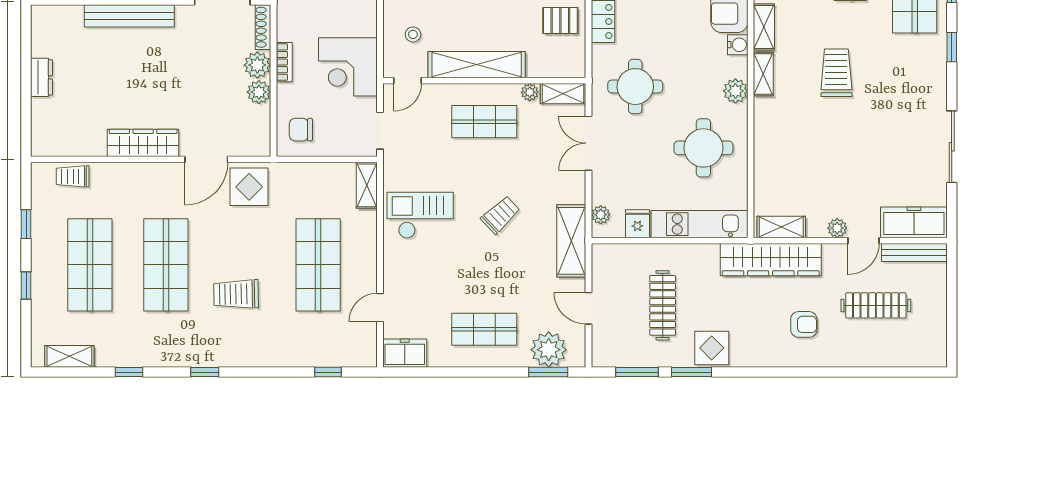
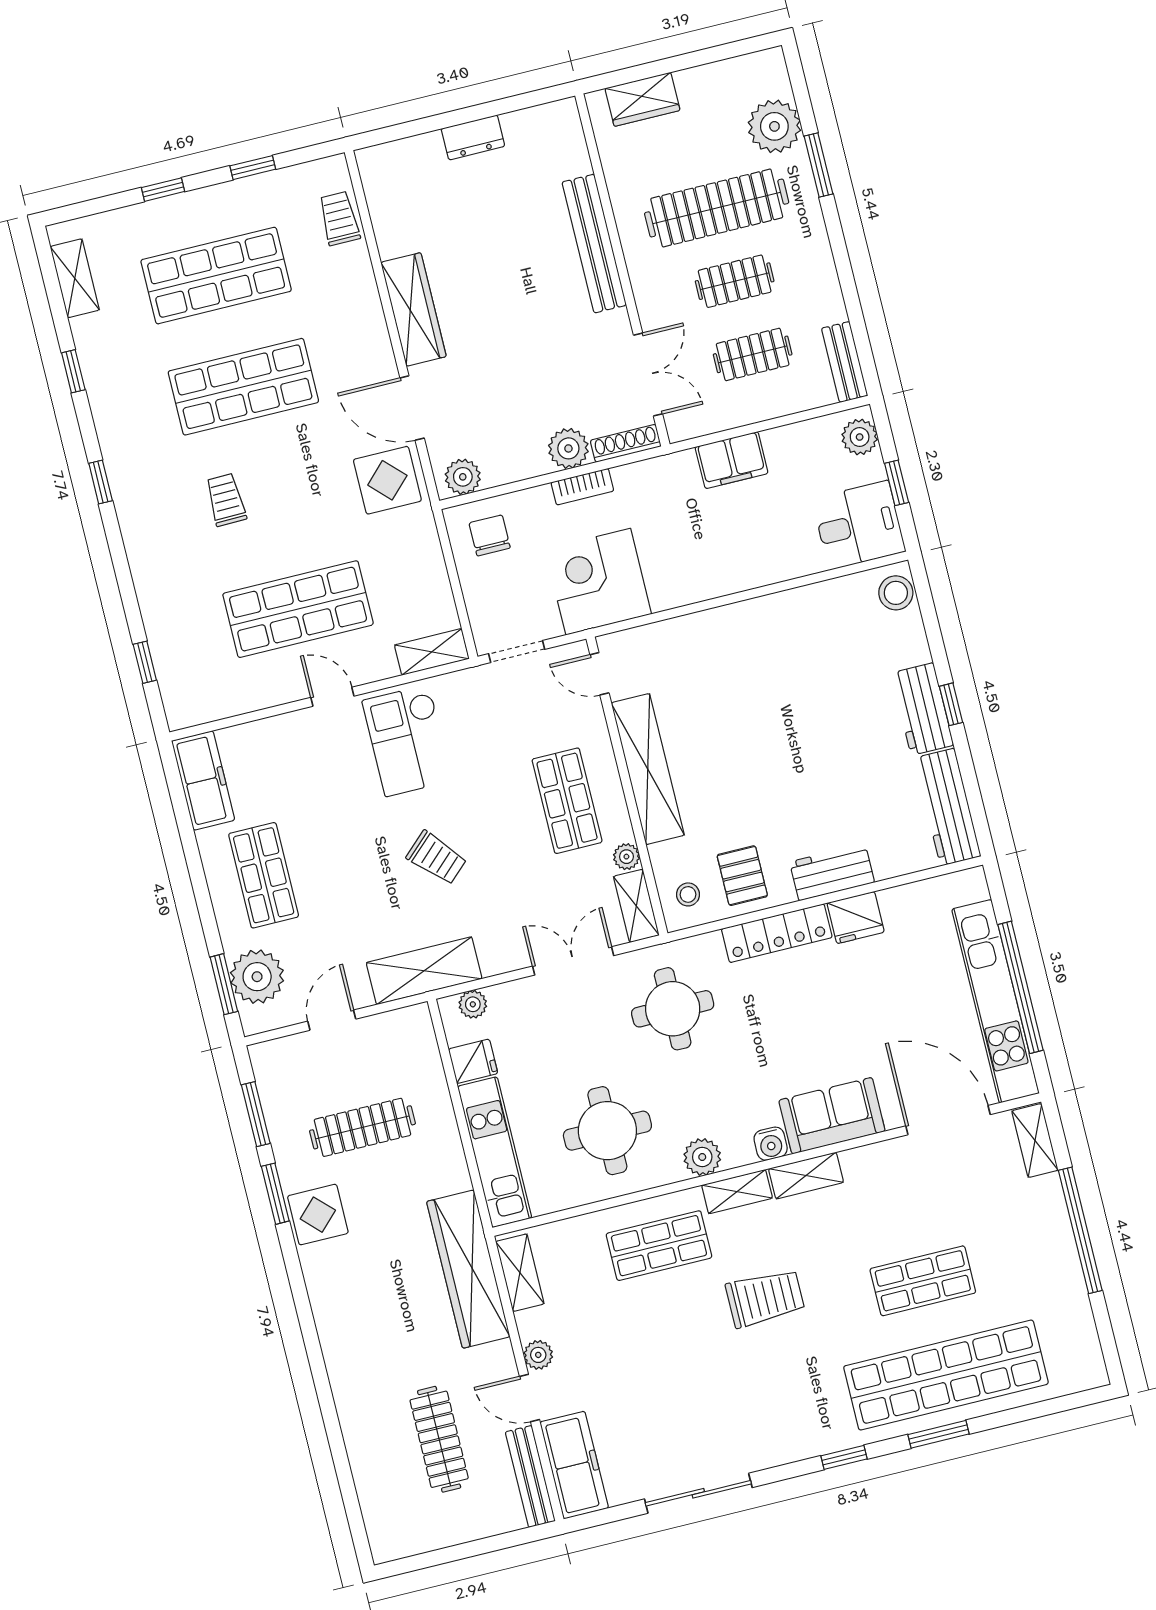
stool: (413, 34) -> (688, 894), moved
plant: (259, 92) -> (463, 477), moved
shop shelf: (786, 133) -> (659, 1246), added
checkout: (420, 215) -> (407, 741), turned 180
trolley: (236, 294) -> (226, 500), width x0.73, depth x0.72
door: (380, 308) -> (332, 697), moved
armchair: (804, 324) -> (385, 1341), removed
freezer: (405, 353) -> (203, 780), width x1.40

